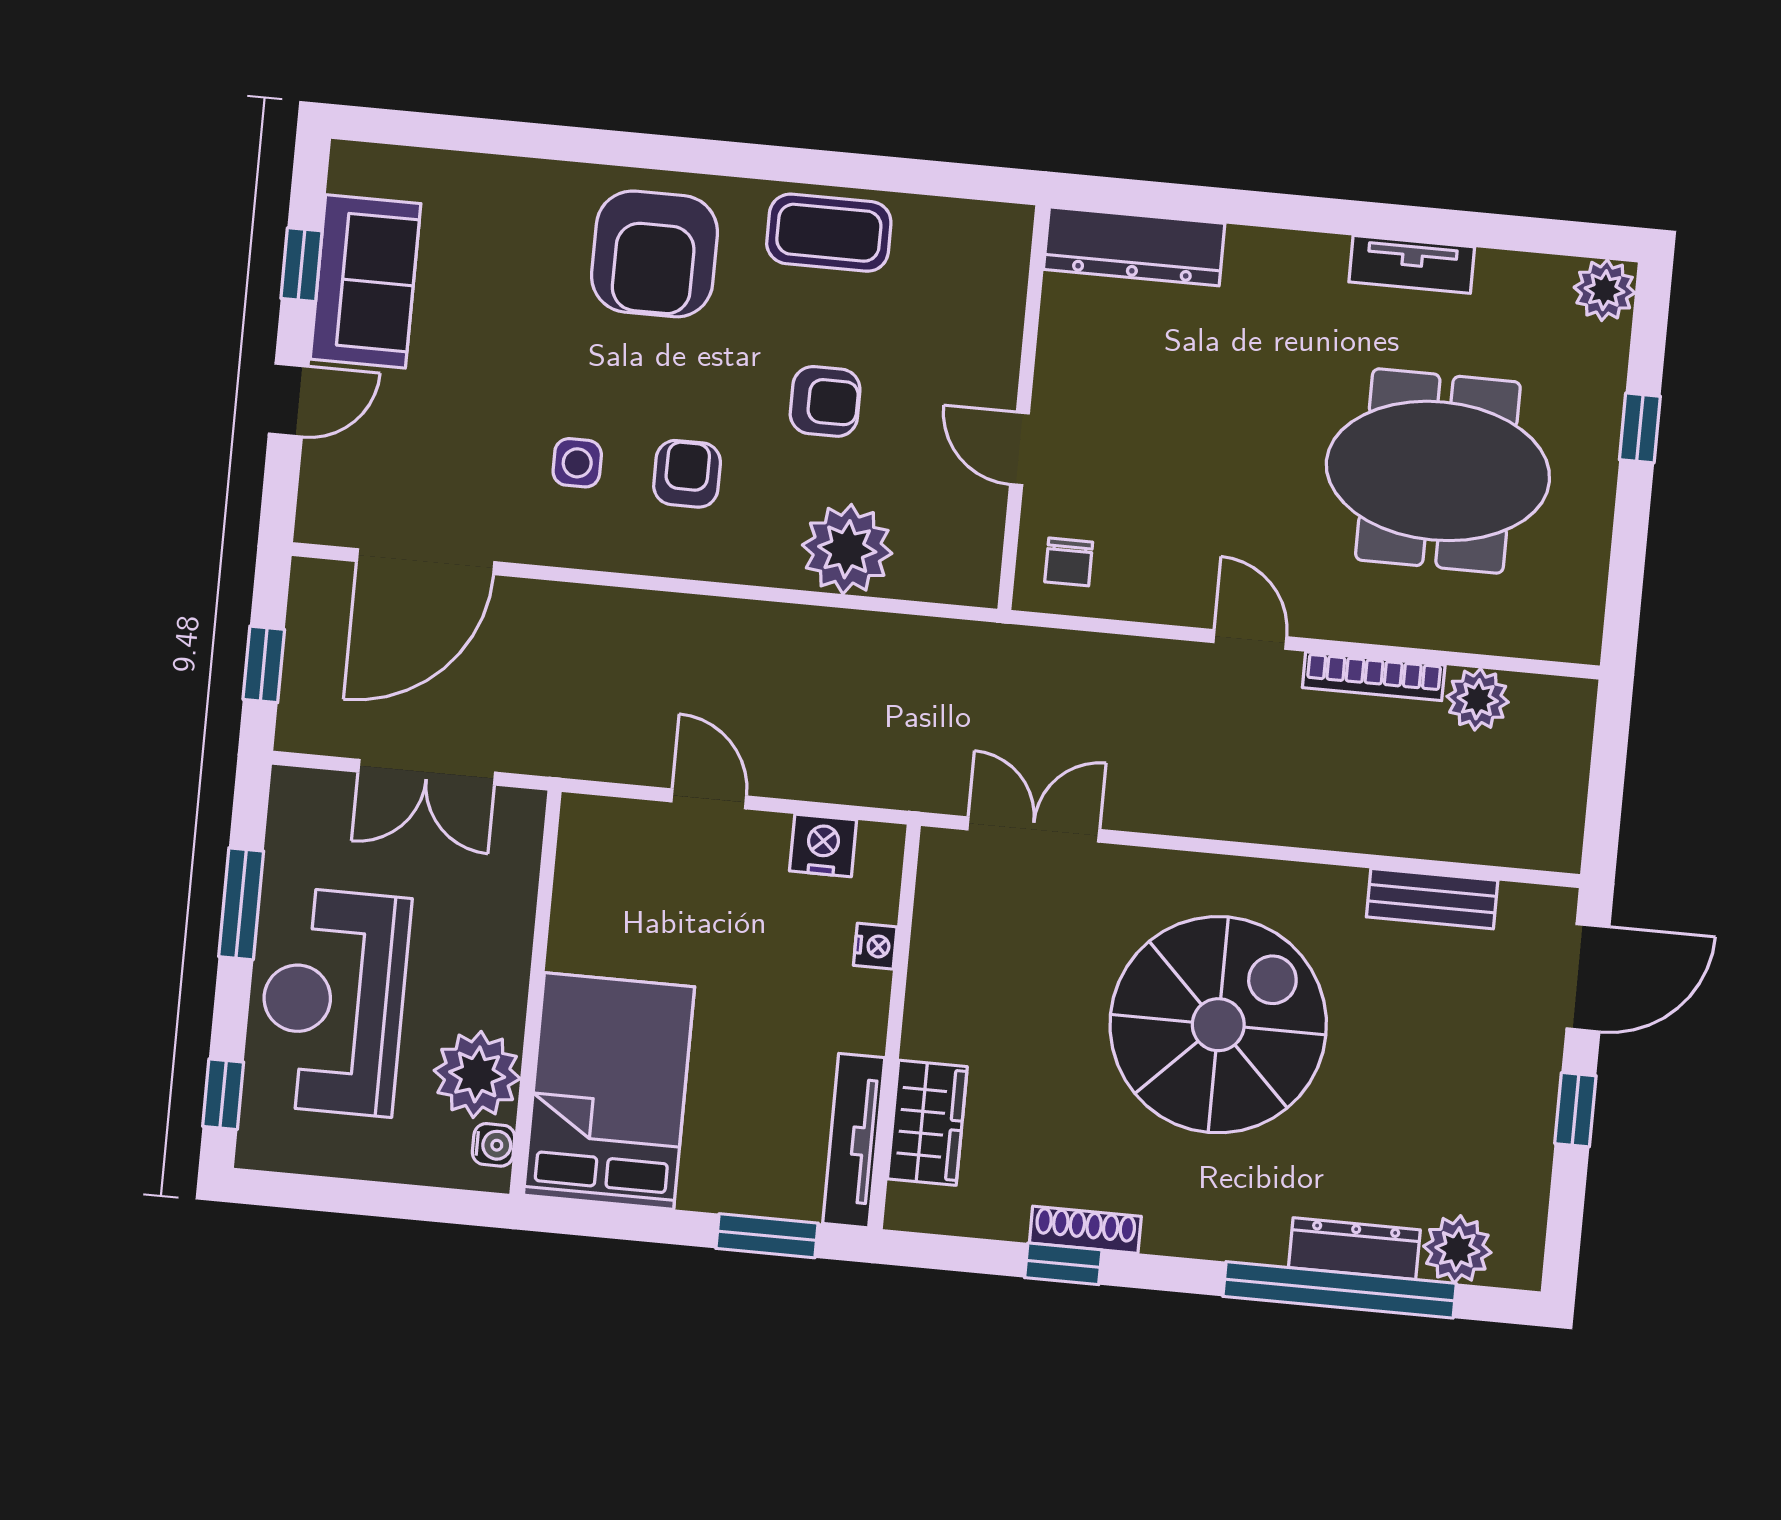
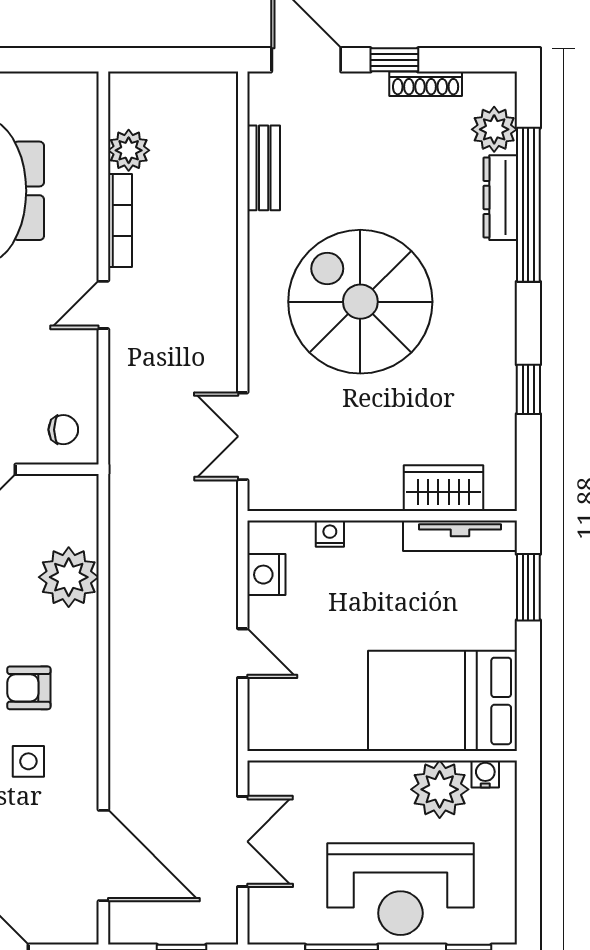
door: (709, 799) -> (243, 653), swing flipped
shoe rack: (1085, 1230) -> (426, 84), moved, turned -90

